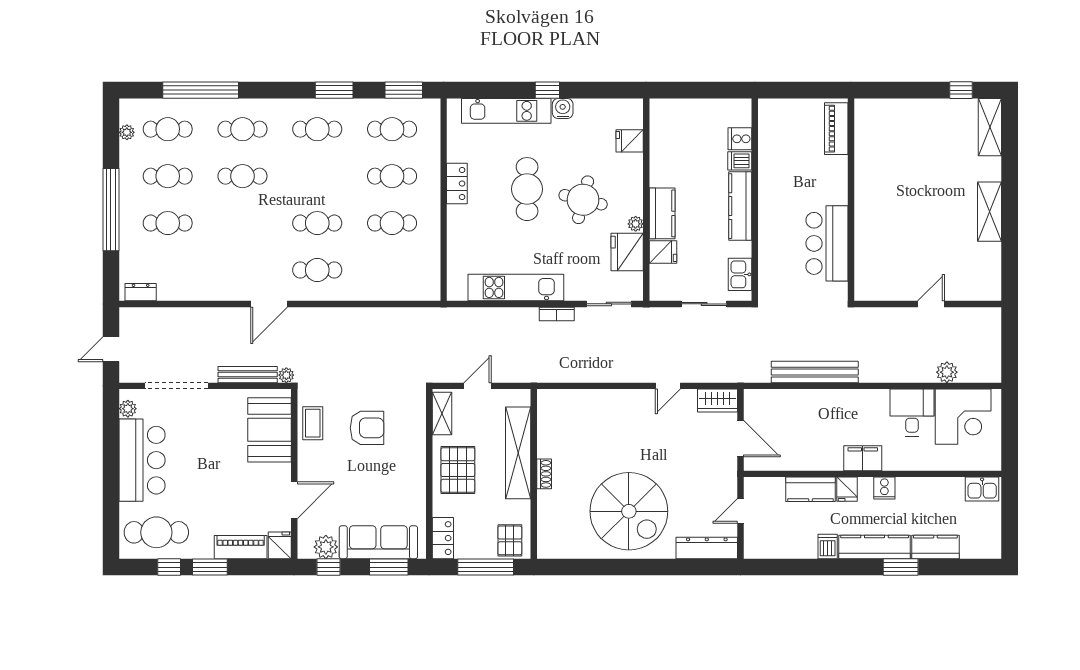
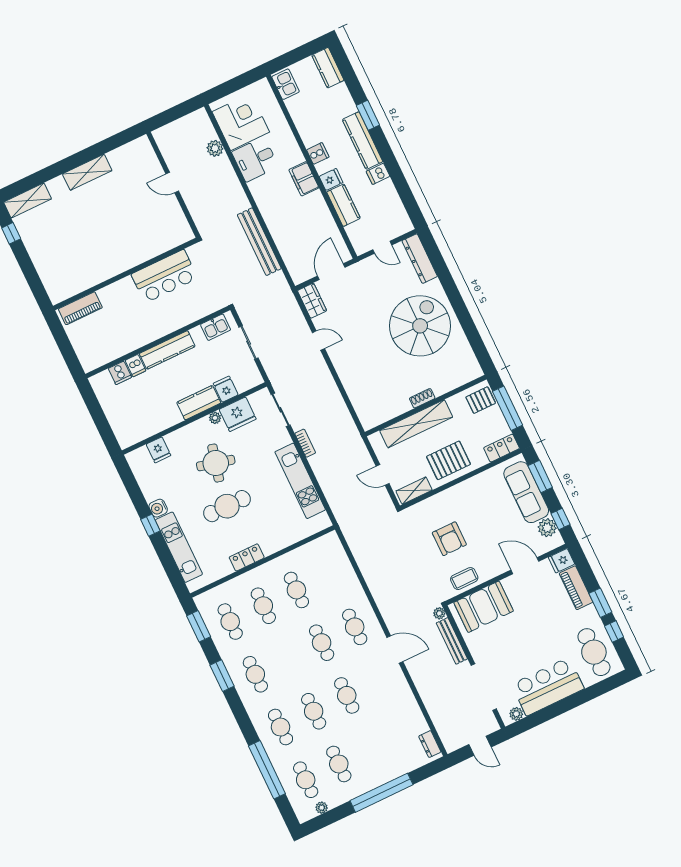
cafe table: (168, 223) -> (347, 695), moved
armchair: (367, 428) -> (449, 539), turned 180
kitchen counter: (935, 547) -> (328, 68), moved

